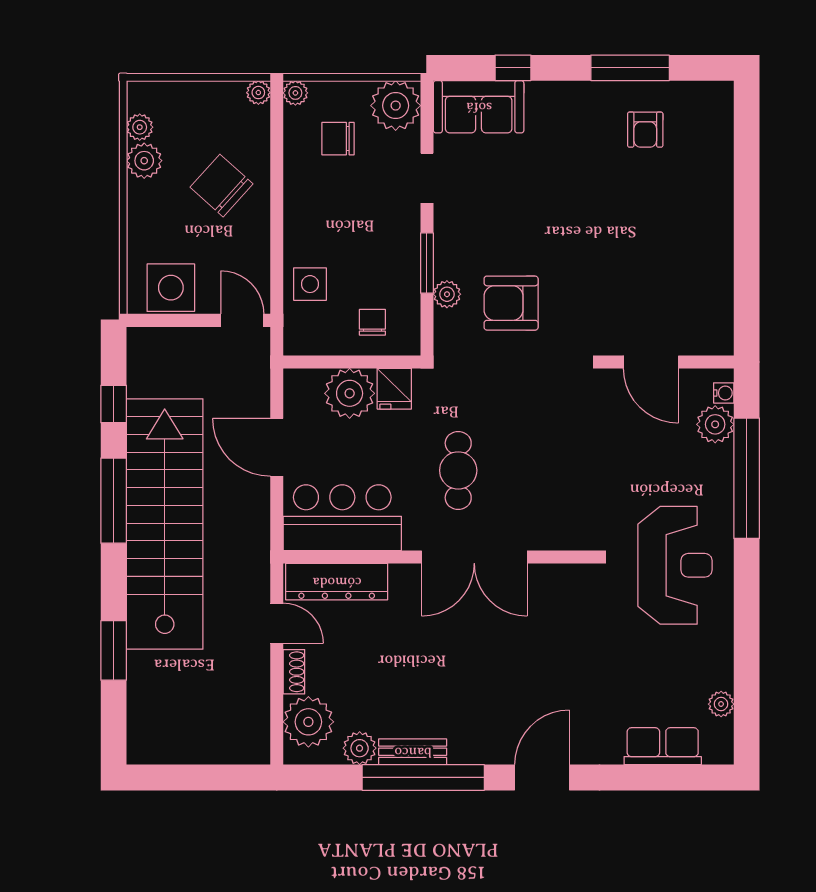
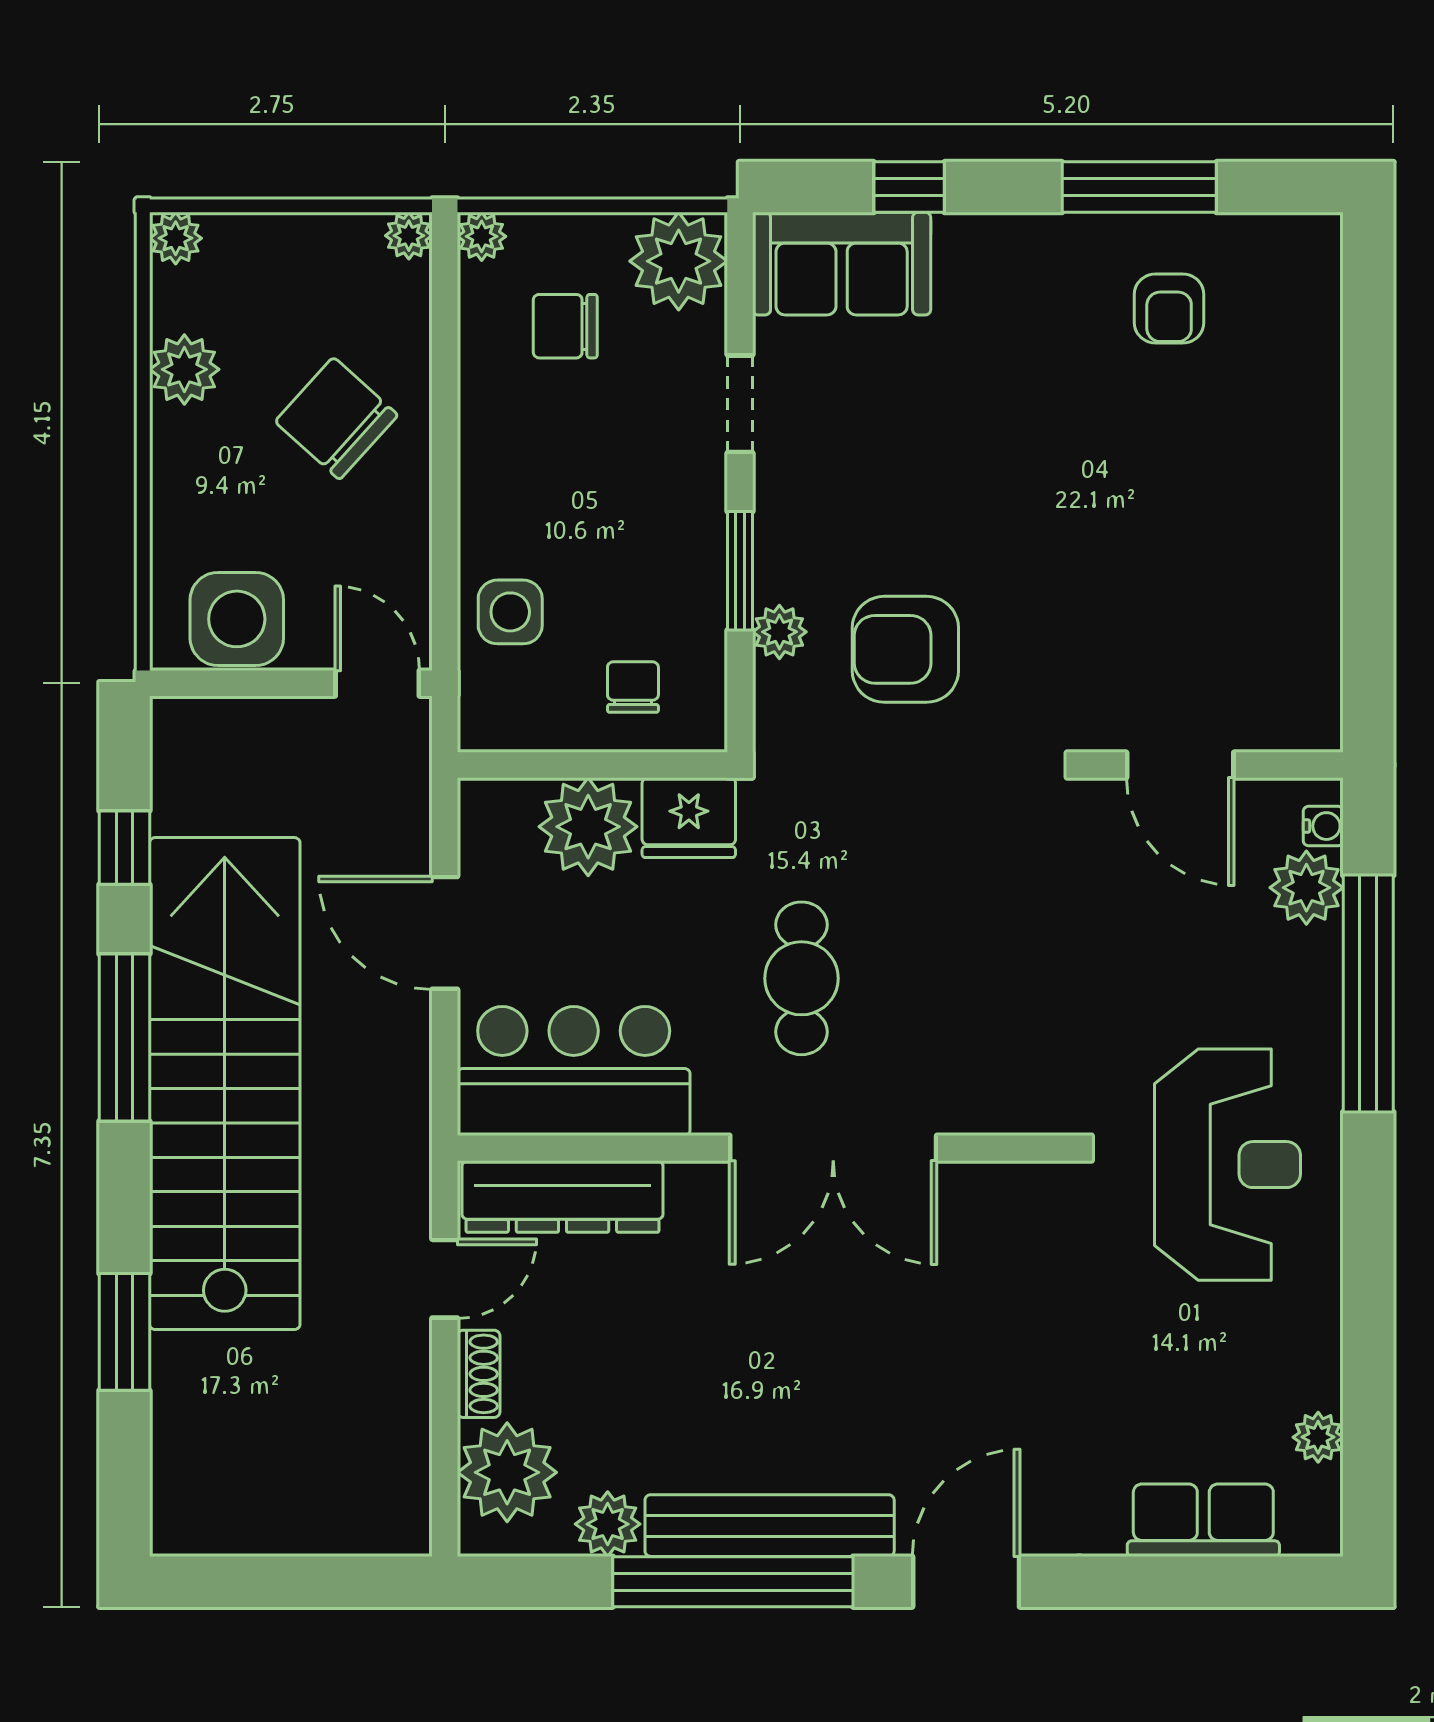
plant: (140, 127) -> (176, 238), moved
fridge: (394, 389) -> (689, 818), width x1.38
door: (277, 623) -> (445, 1279), hinge flipped
bench: (413, 752) -> (770, 1526), width x1.86, depth x1.21

